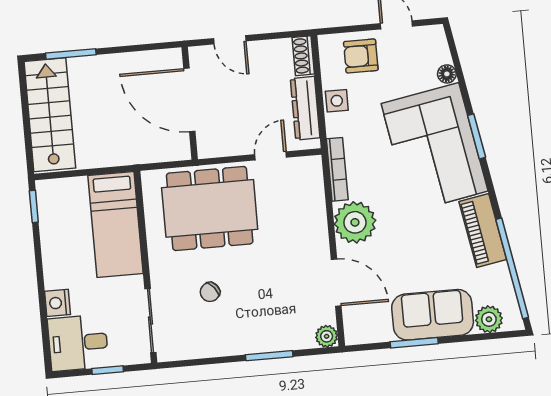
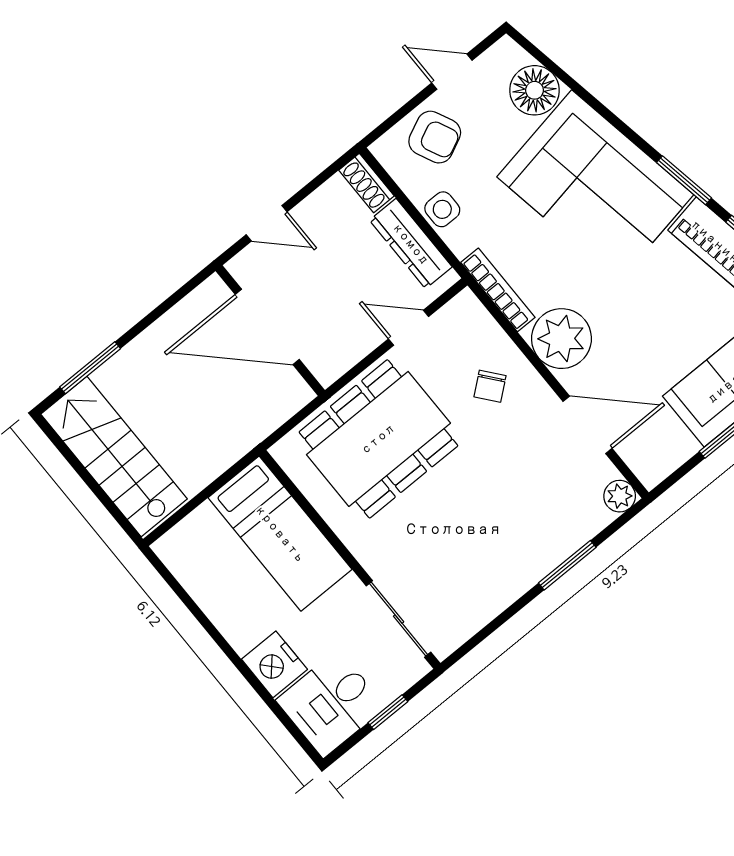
armchair: (361, 56) -> (435, 137), turned -115
floor lamp: (447, 74) -> (535, 90), width x1.89, depth x1.89
window: (477, 136) -> (684, 180), moved
door: (271, 156) -> (408, 328), hinge flipped
window: (34, 206) -> (169, 578), removed
chair: (210, 292) -> (490, 386), moved
nightstand: (57, 303) -> (274, 664), width x1.36, depth x1.33

